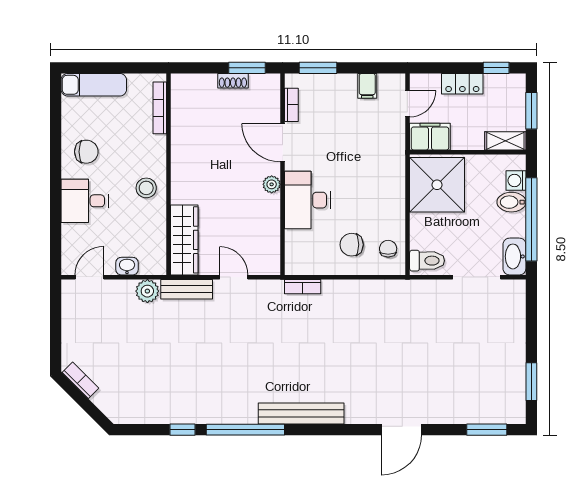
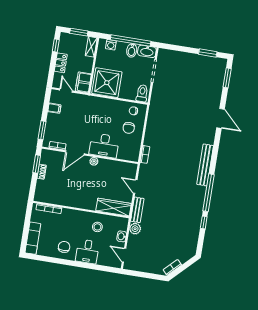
stool: (146, 188) -> (97, 227), moved
bidet: (511, 202) -> (132, 50), moved
door: (234, 277) -> (135, 186), hinge flipped

